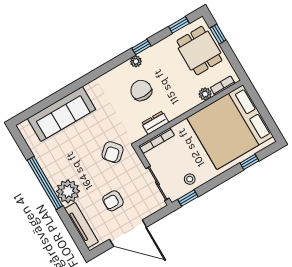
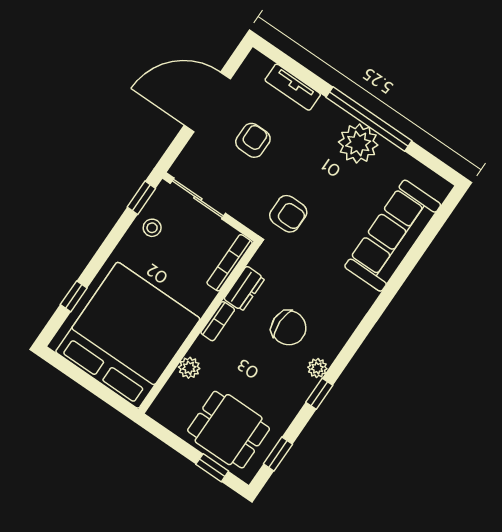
bookcase: (223, 86) -> (218, 321), moved
armchair: (113, 152) -> (288, 214), turned 131
plant: (68, 191) -> (358, 143), moved
tv unit: (81, 225) -> (293, 87), width x0.71

